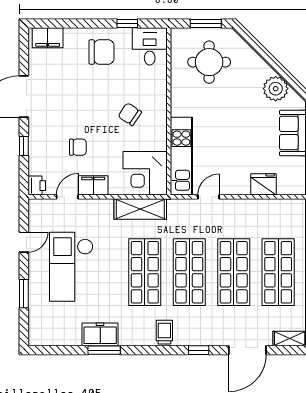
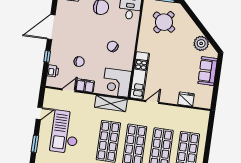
round table: (209, 62) -> (164, 22), turned 35
printer: (37, 186) -> (53, 71), moved

